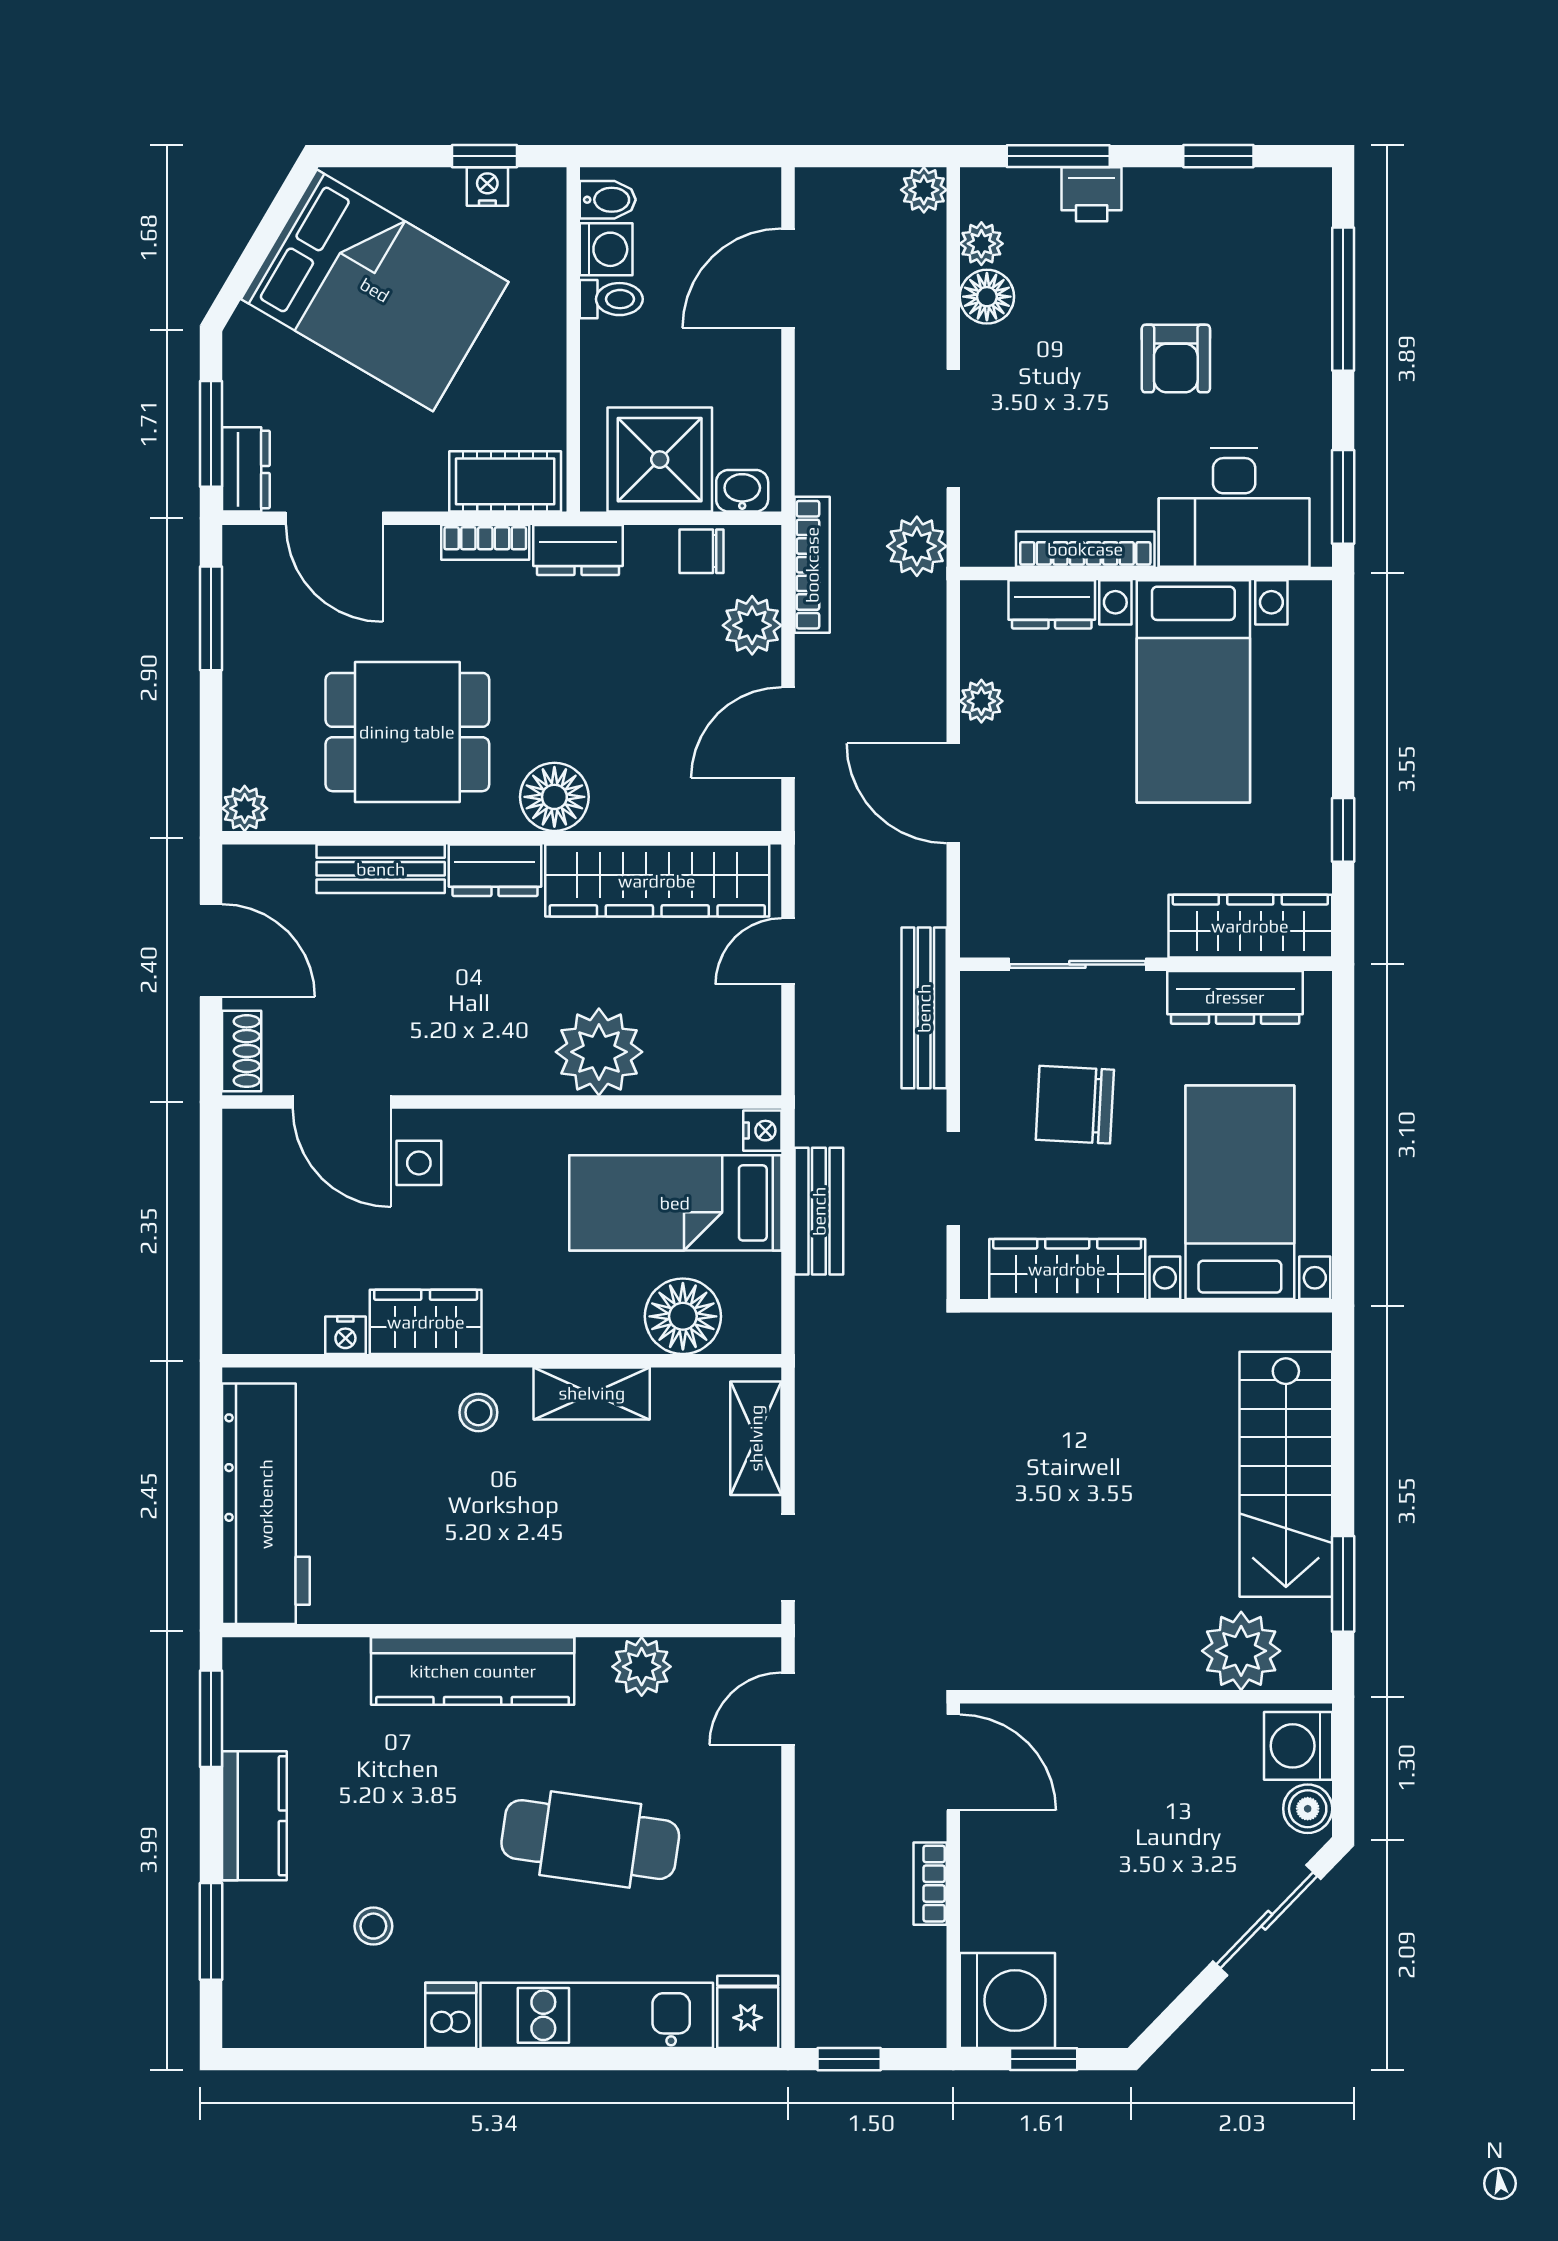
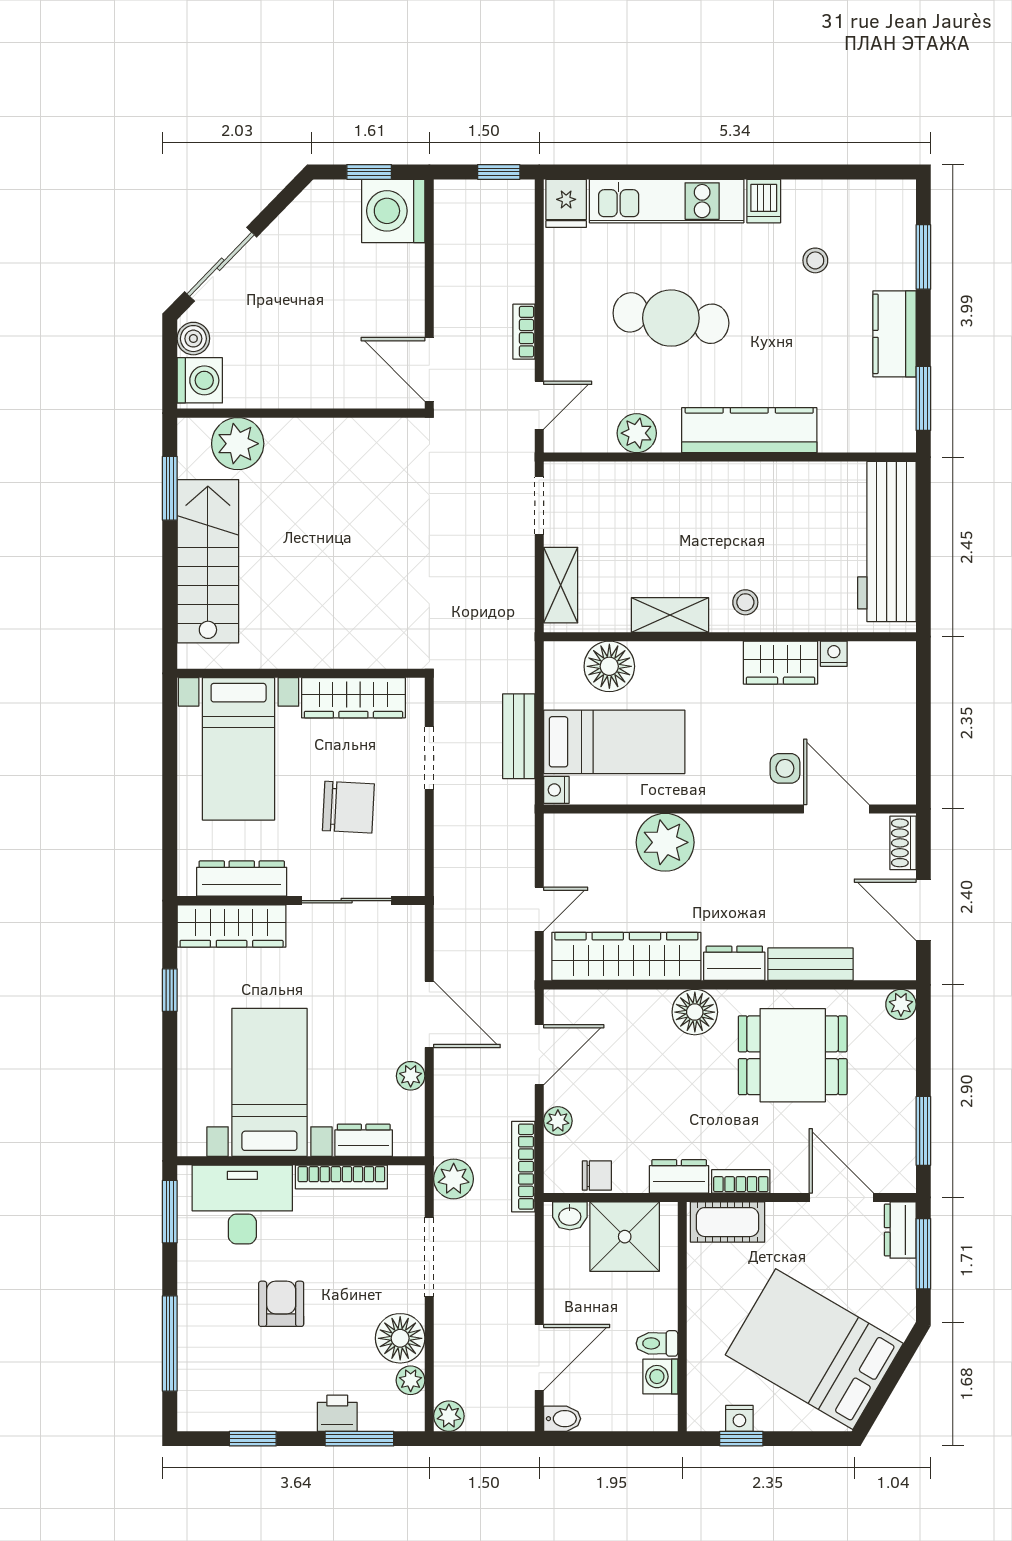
bidet: (608, 200) -> (562, 1419), moved, turned 180
floor lamp: (987, 297) -> (400, 1338), width x1.38, depth x1.38
plant: (752, 625) -> (558, 1121), width x0.73, depth x0.73
bench: (924, 1008) -> (449, 872), removed
bookcase: (930, 1884) -> (524, 332), moved, turned 180

